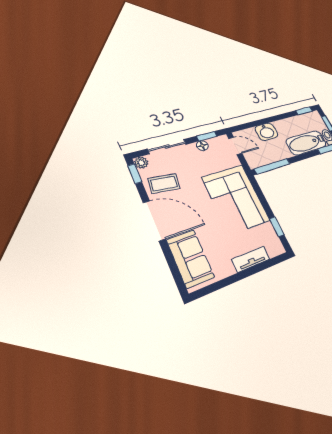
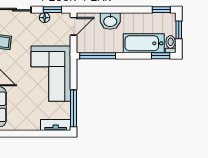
door: (235, 146) -> (74, 26), hinge flipped
window: (277, 227) -> (74, 108), width x2.17
tv unit: (251, 259) -> (56, 125), moved

